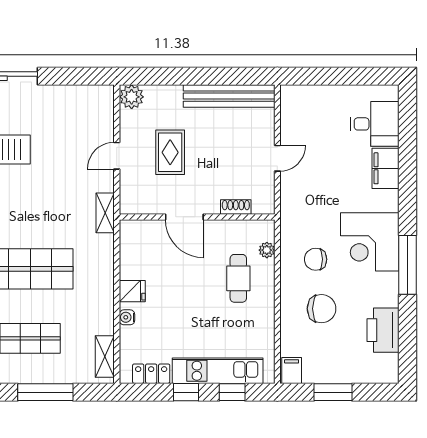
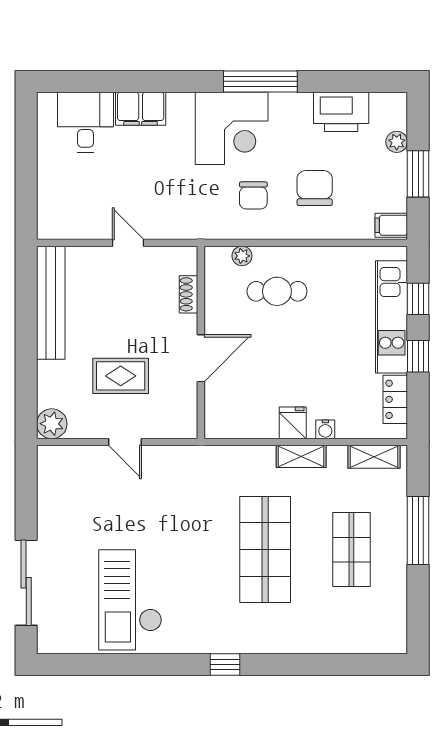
shelving: (105, 213) -> (301, 456), moved
plant: (359, 375) -> (397, 142), added

